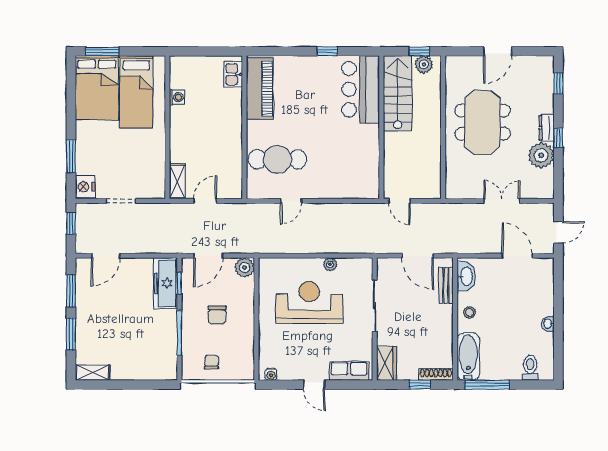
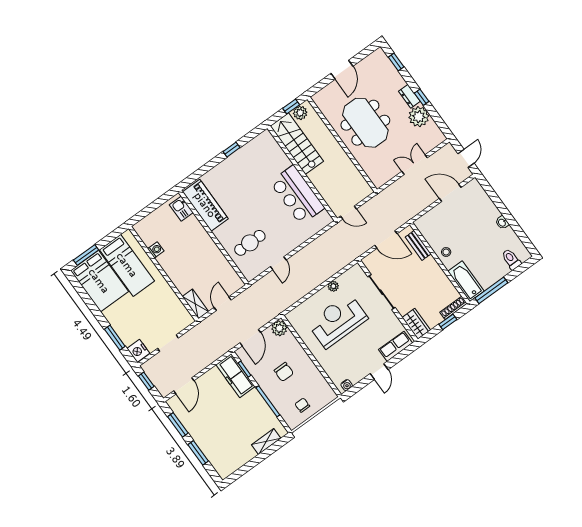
bar counter: (361, 89) -> (297, 195), moved
cafe table: (277, 159) -> (250, 243), width x0.73, depth x0.74
washbasin: (466, 276) -> (427, 230), removed
shelving: (92, 373) -> (266, 442), moved
door: (314, 385) -> (379, 372), hinge flipped

